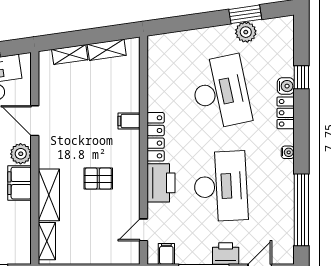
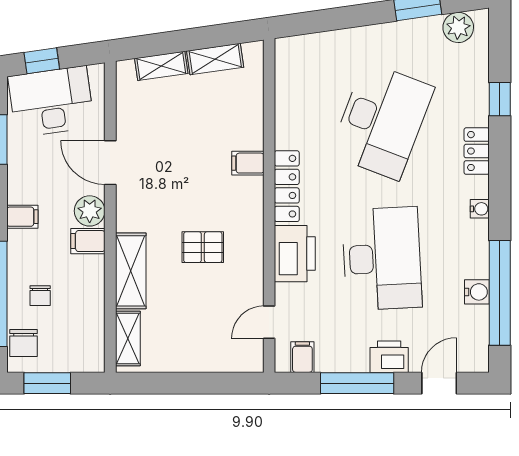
plant: (246, 32) -> (458, 27), moved
water cooler: (286, 86) -> (477, 292), moved
desk: (221, 92) -> (382, 121), turned 33
filing cabinet: (20, 183) -> (88, 241), width x0.50

